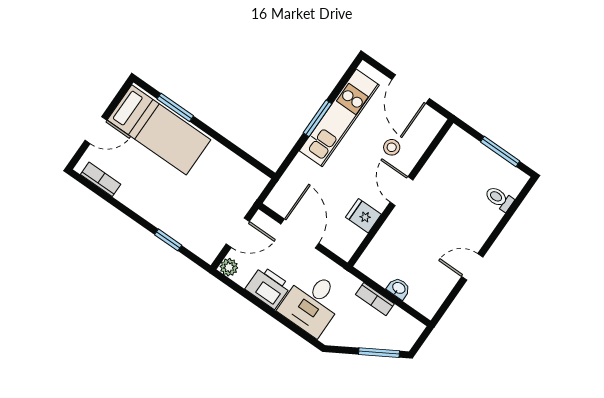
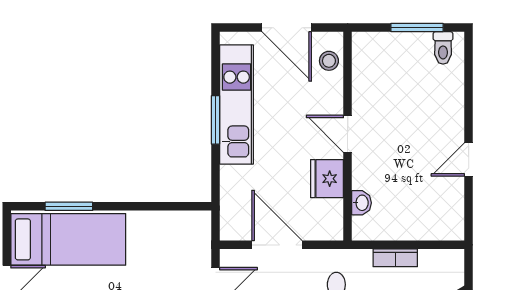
stool: (392, 147) -> (329, 61), moved
toilet: (499, 199) -> (443, 48), moved, turned -90
fridge: (363, 216) -> (327, 179), width x1.38
washbasin: (399, 288) -> (361, 203), moved, turned 90

